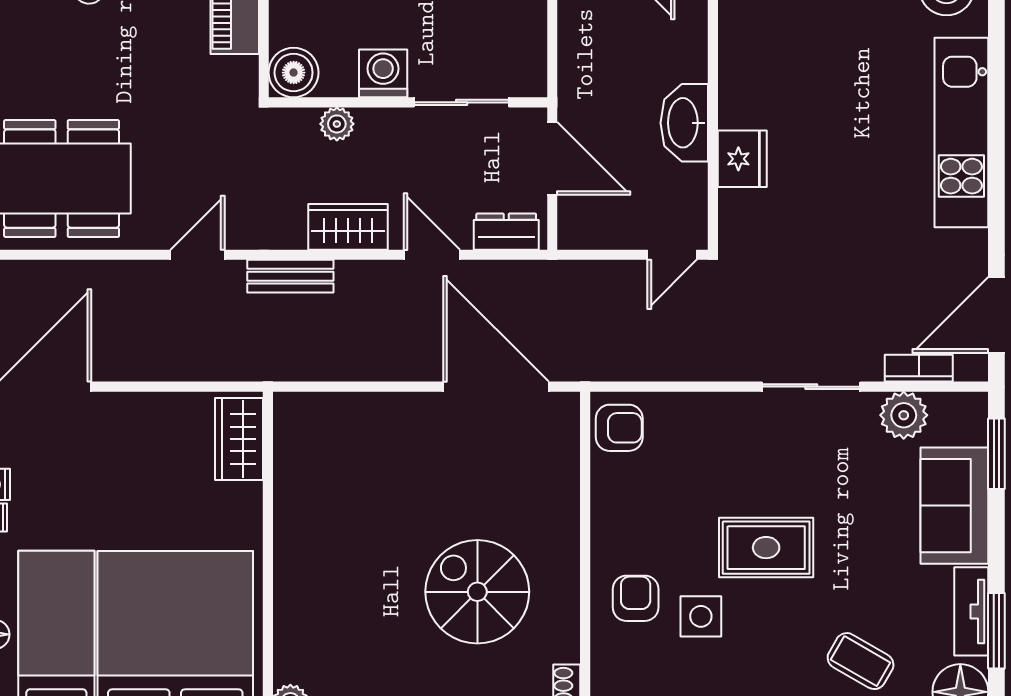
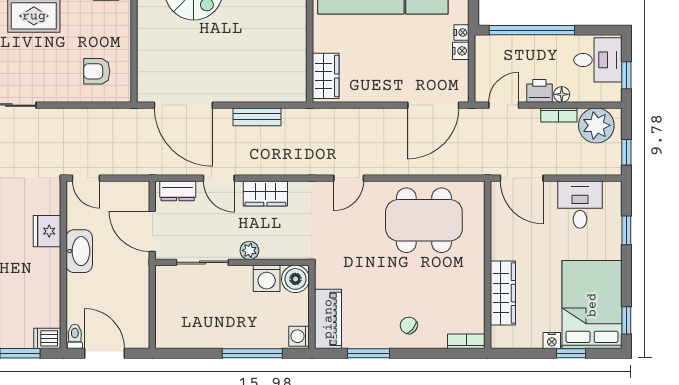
washing machine: (383, 73) -> (267, 278), moved
plant: (337, 124) -> (249, 250), moved
door: (672, 255) -> (86, 178), swing flipped
bench: (290, 276) -> (257, 117), moved
armchair: (619, 428) -> (97, 71), moved

